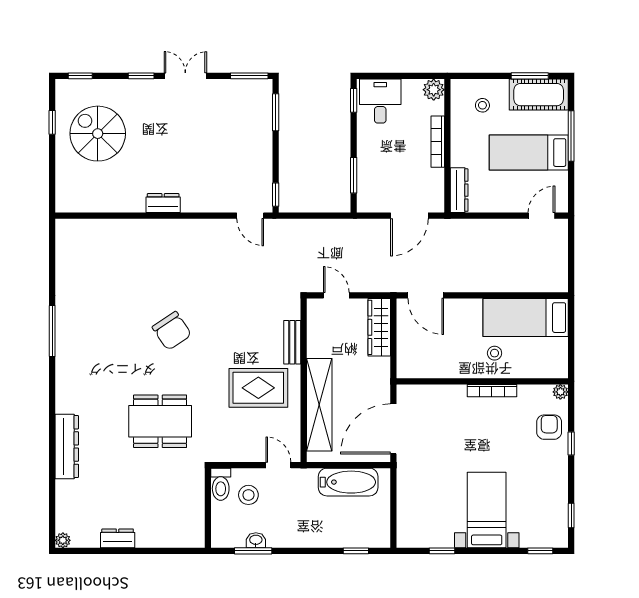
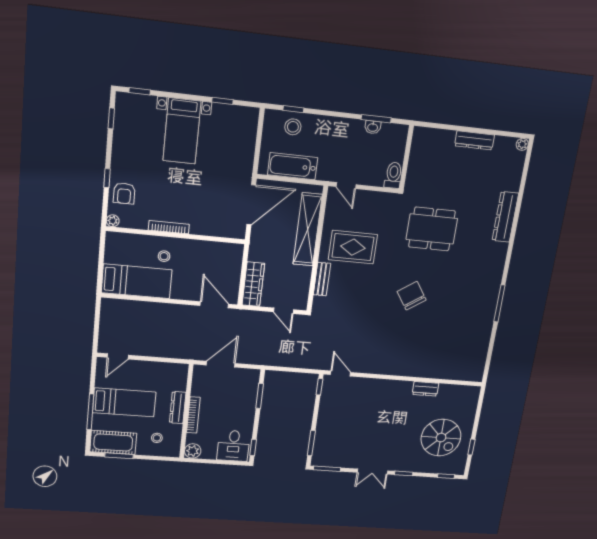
dresser: (459, 190) -> (178, 408), moved
dresser: (163, 203) -> (425, 389), moved
stool: (248, 495) -> (293, 127), moved
dresser: (118, 538) -> (475, 140), width x1.44

